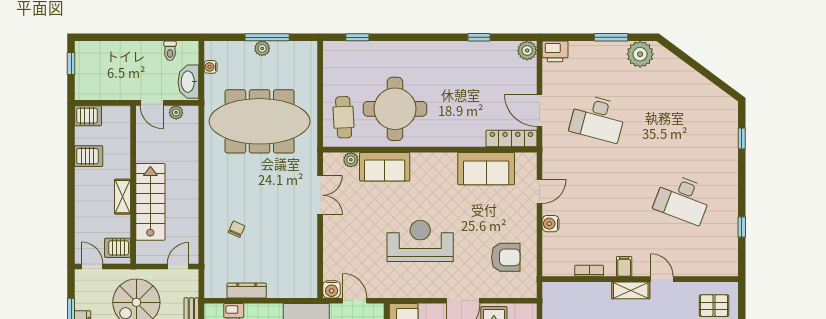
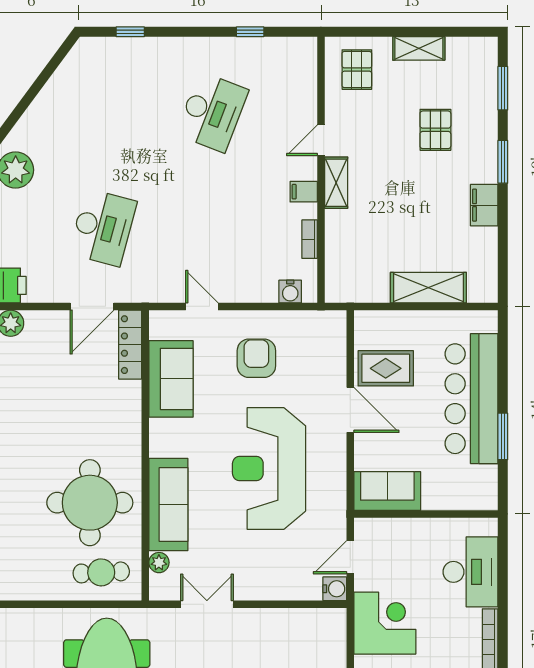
sofa: (385, 167) -> (168, 504), width x1.36
water cooler: (551, 224) -> (290, 292), moved
reception desk: (420, 241) -> (269, 468), width x1.36, depth x1.30
armchair: (506, 257) -> (256, 358), moved

